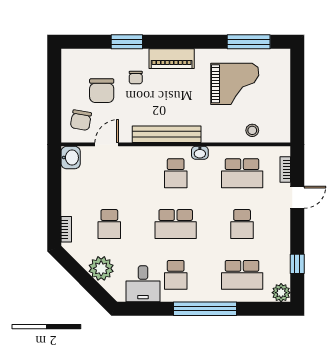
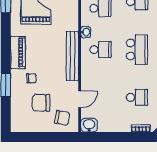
chair: (102, 91) -> (41, 103), turned 180
door: (107, 144) -> (80, 99), swing flipped

